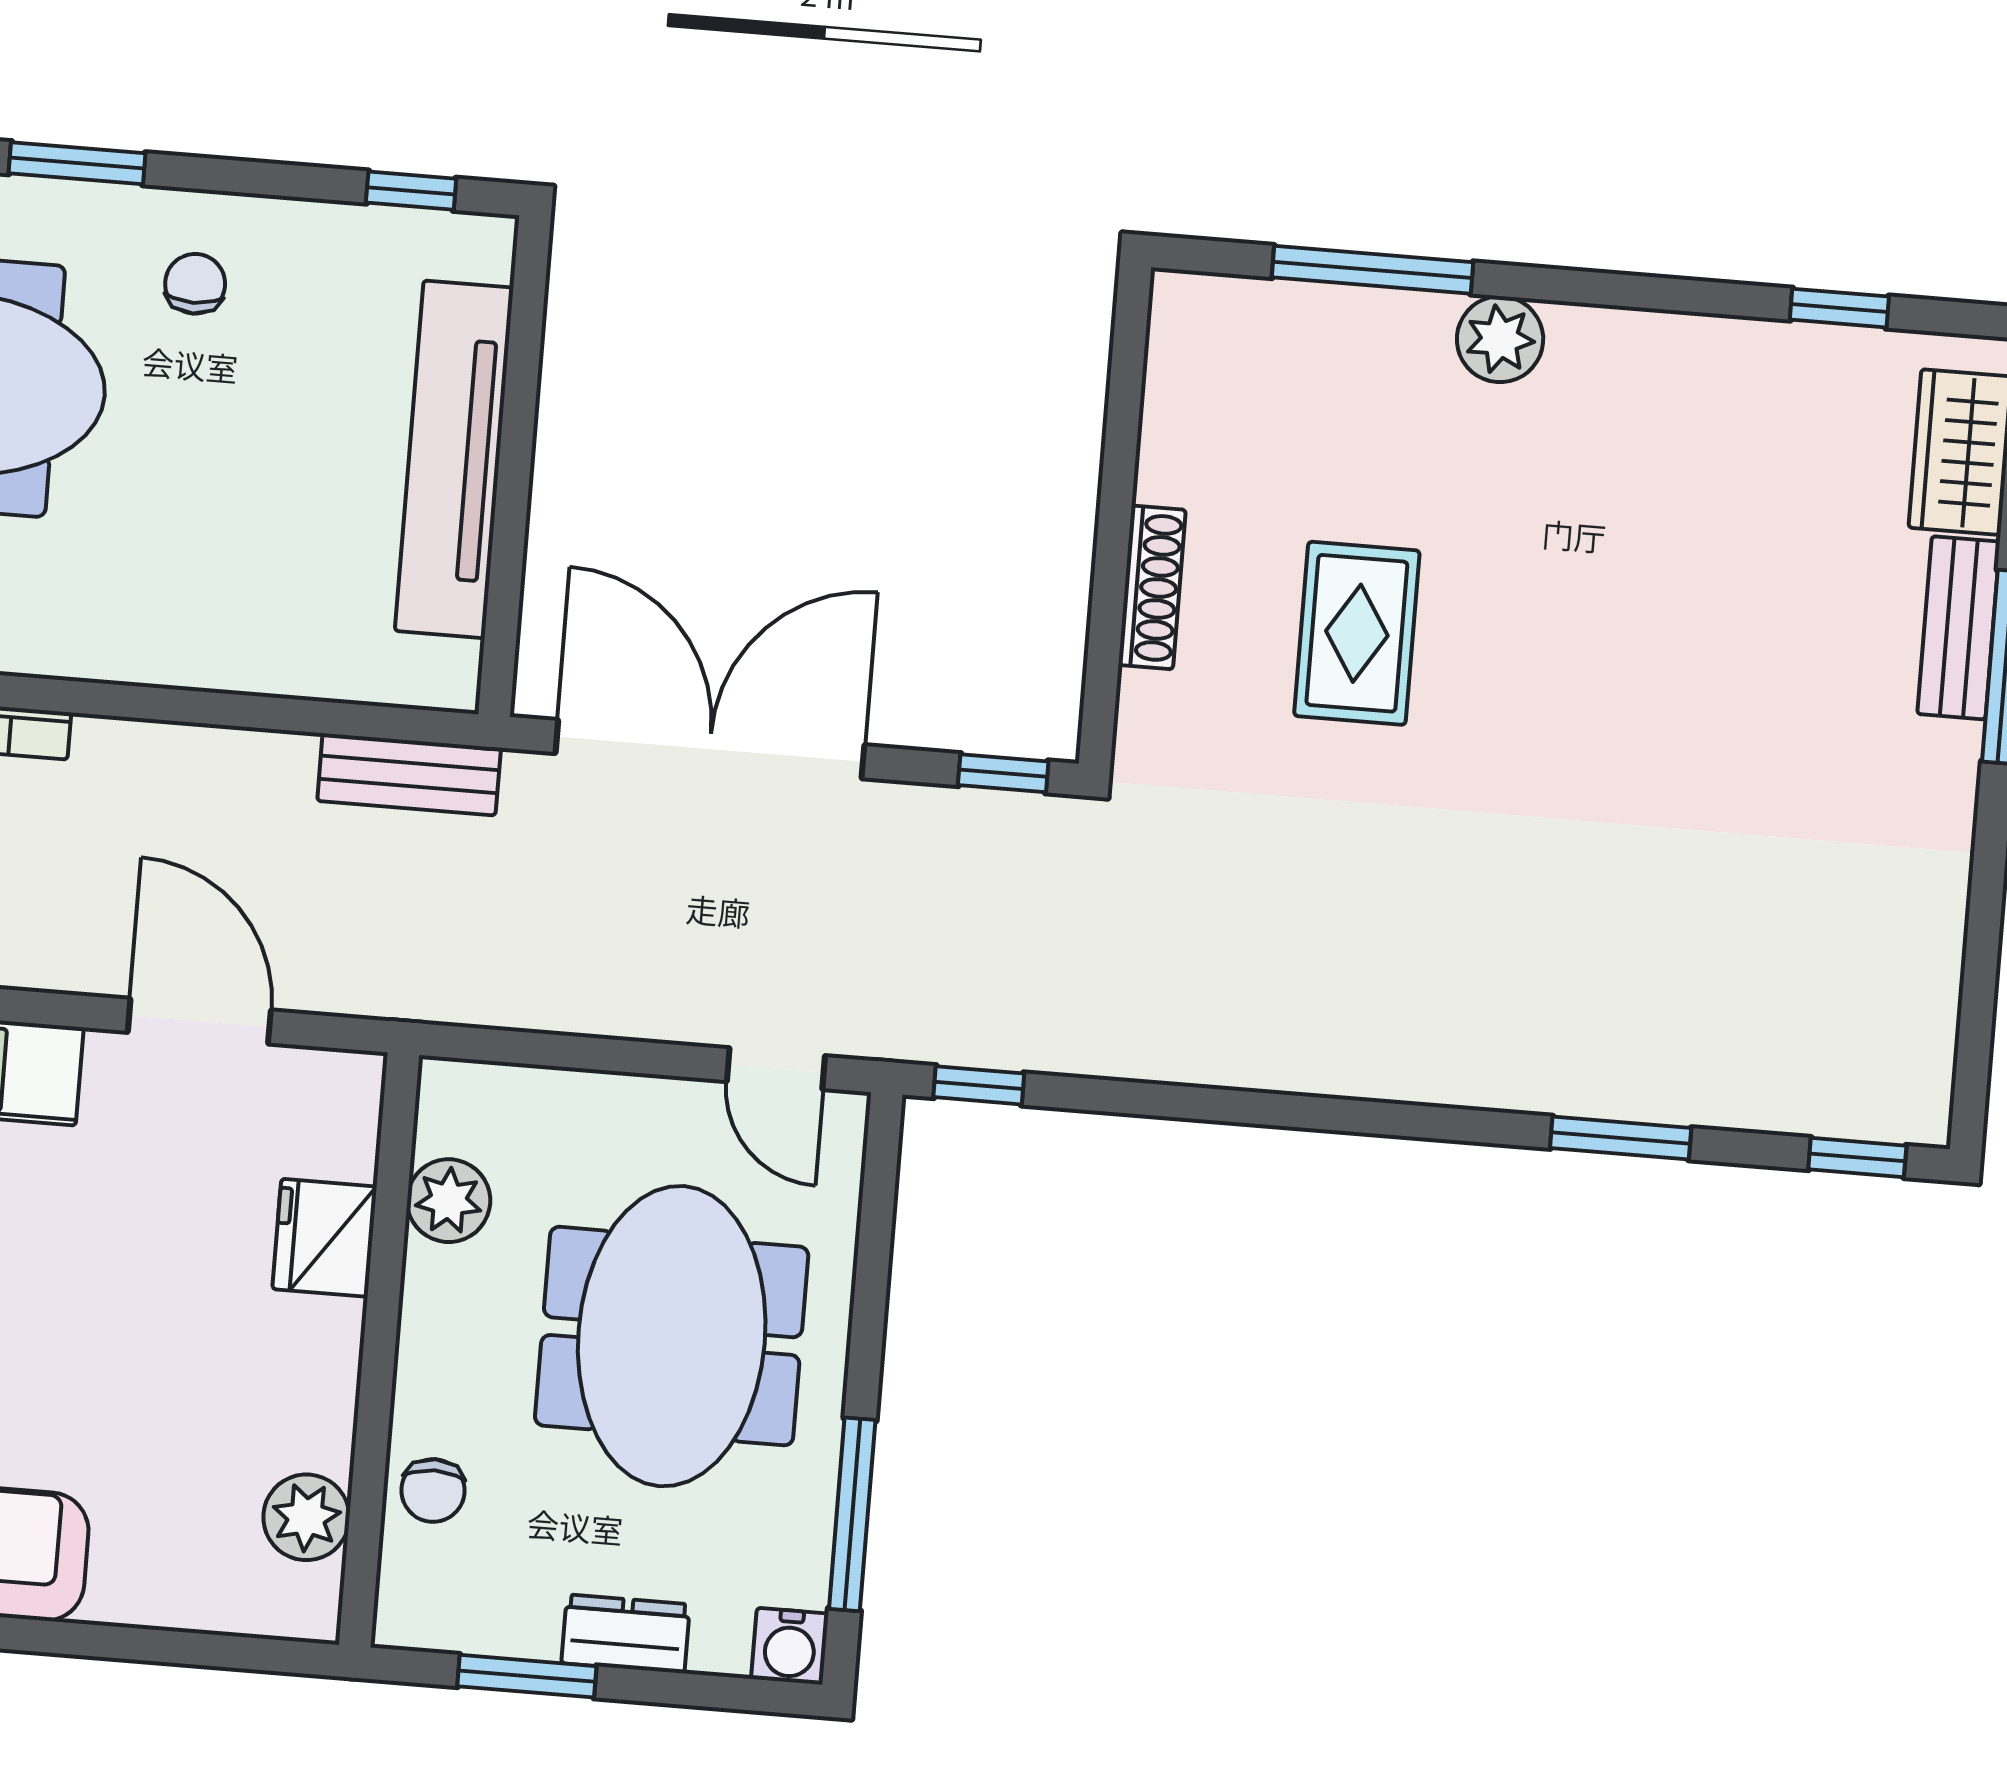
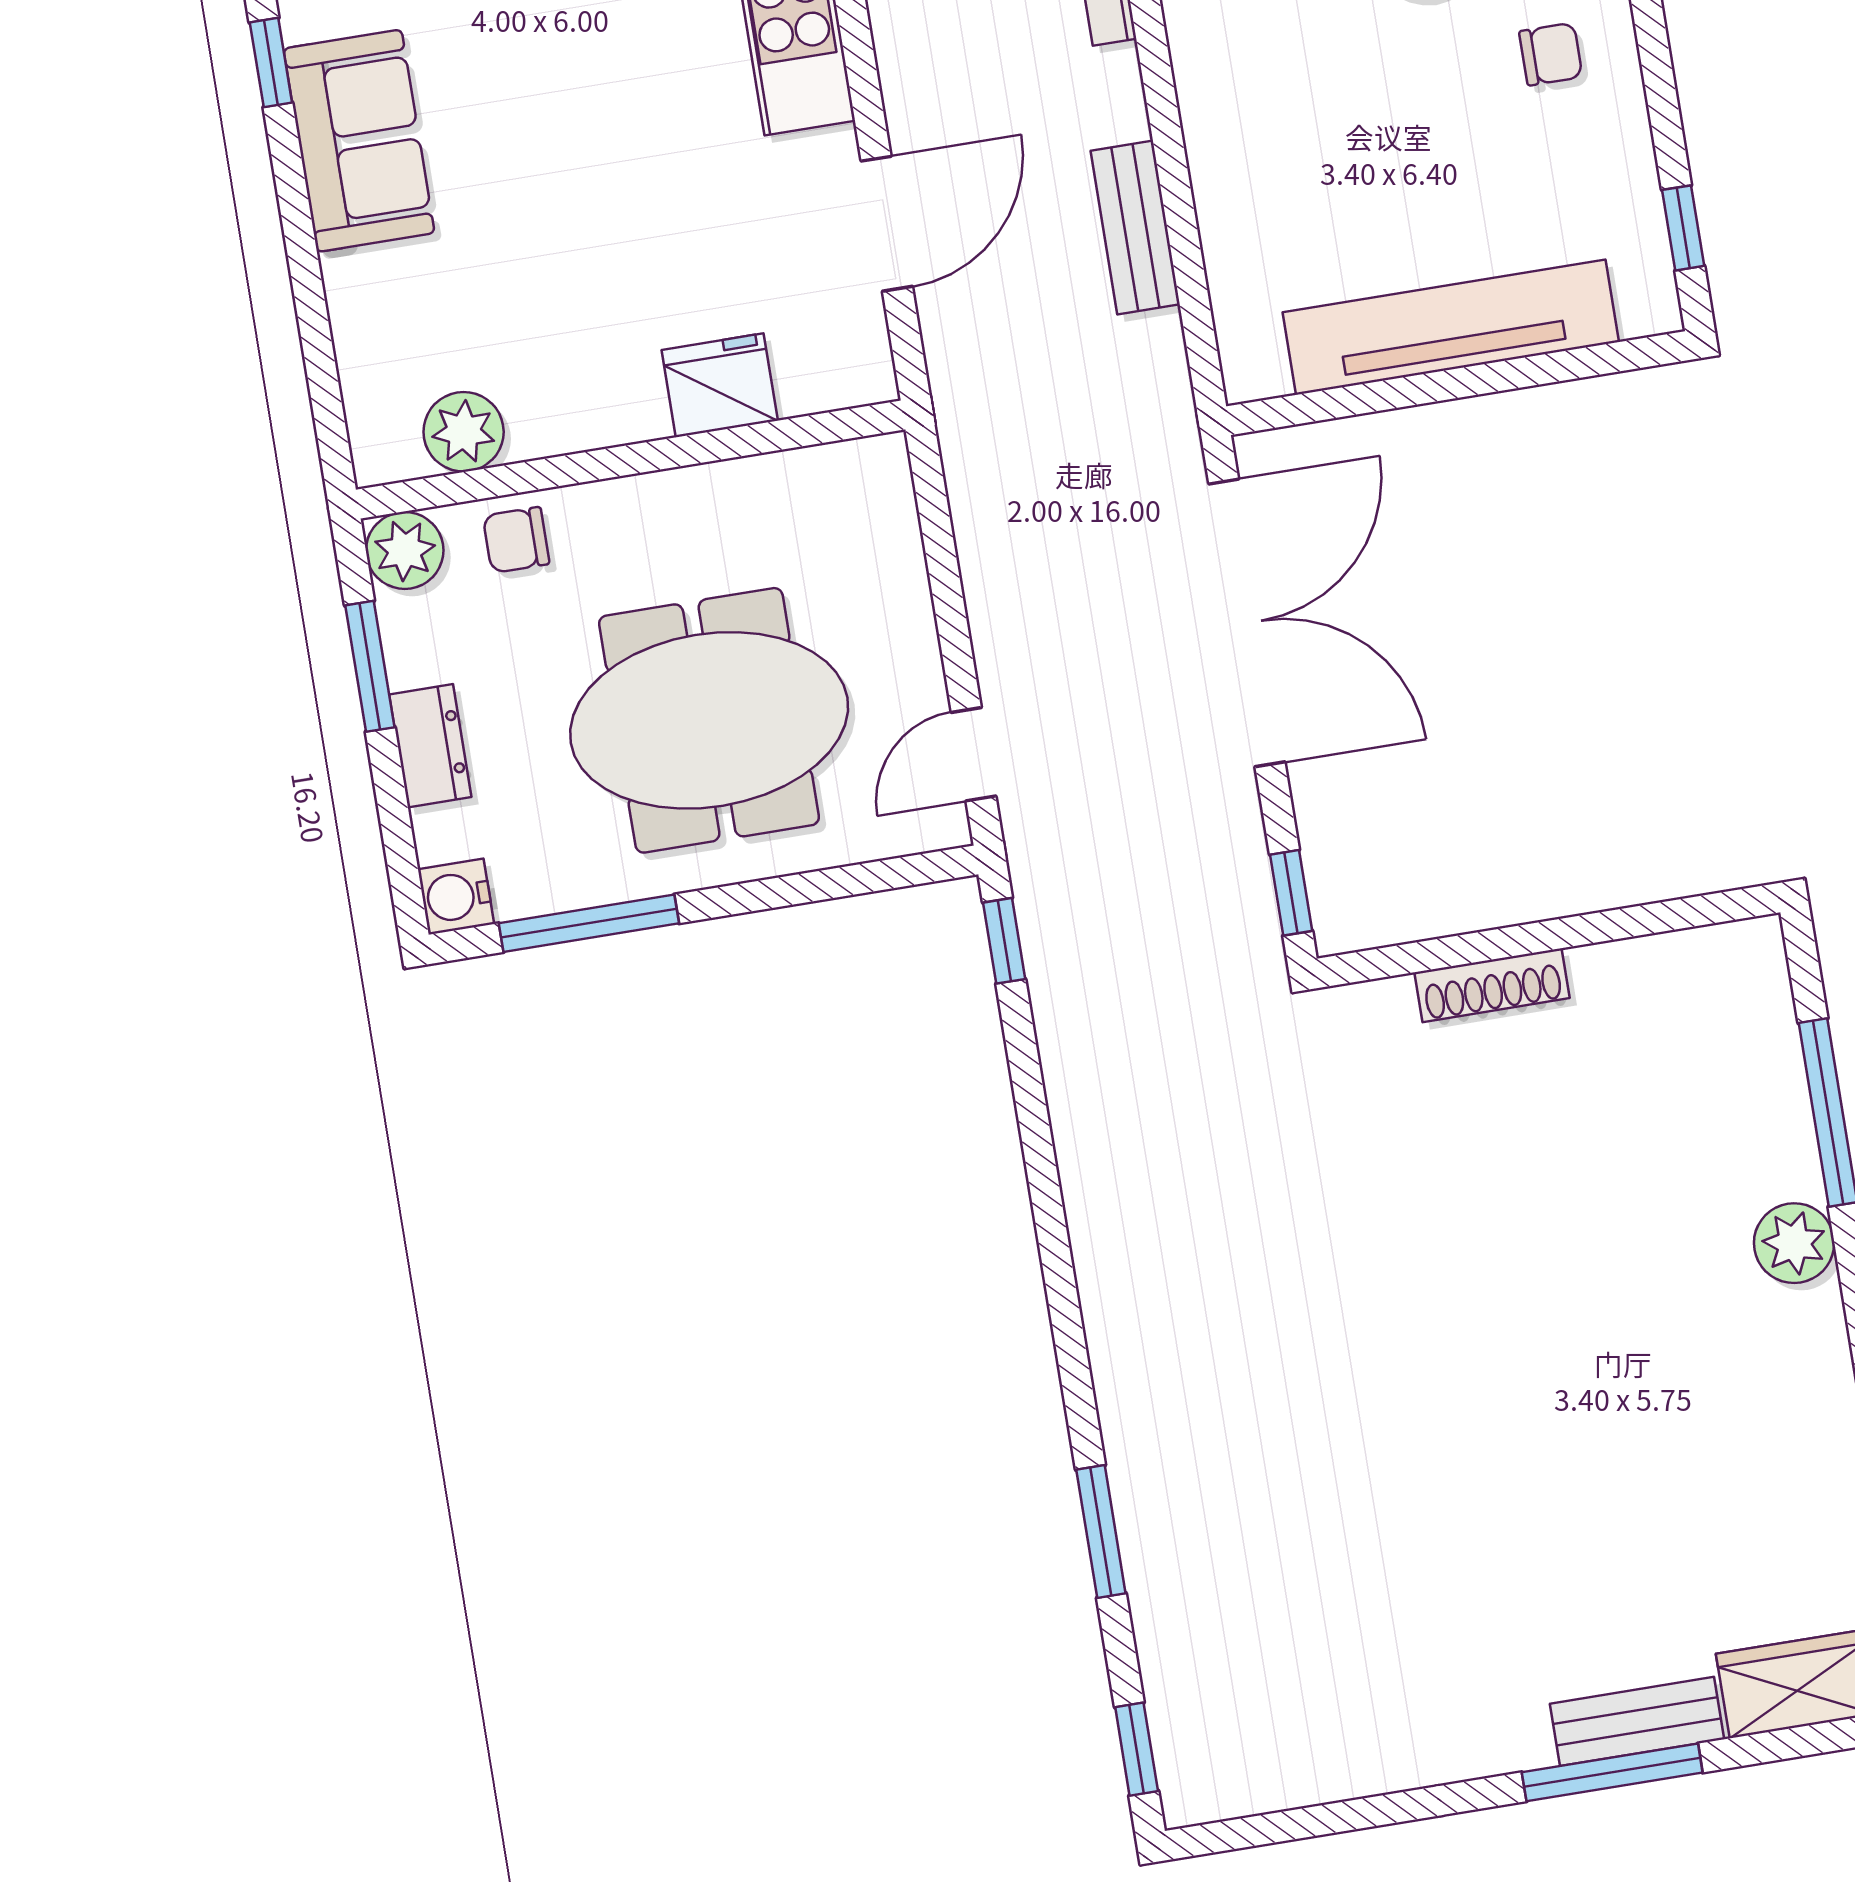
rug: (1357, 633) -> (1497, 1180), removed
bench: (409, 774) -> (1135, 227), moved
plant: (449, 1201) -> (405, 550), moved

